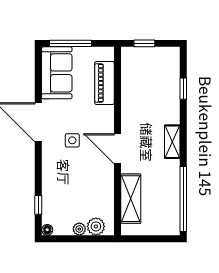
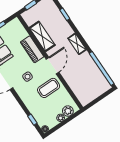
piano: (104, 83) -> (32, 49), moved
door: (117, 149) -> (53, 66), swing flipped
coffee table: (91, 176) -> (49, 88), added
shelving: (131, 199) -> (42, 36), moved

